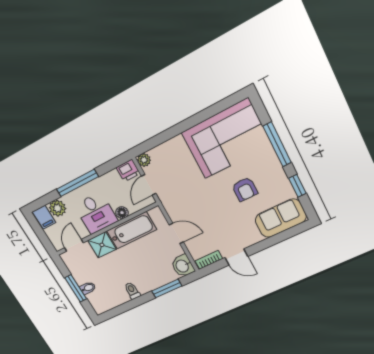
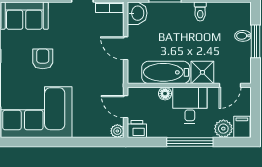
door: (149, 185) -> (126, 107), swing flipped

